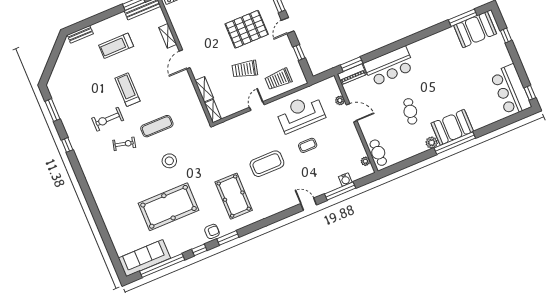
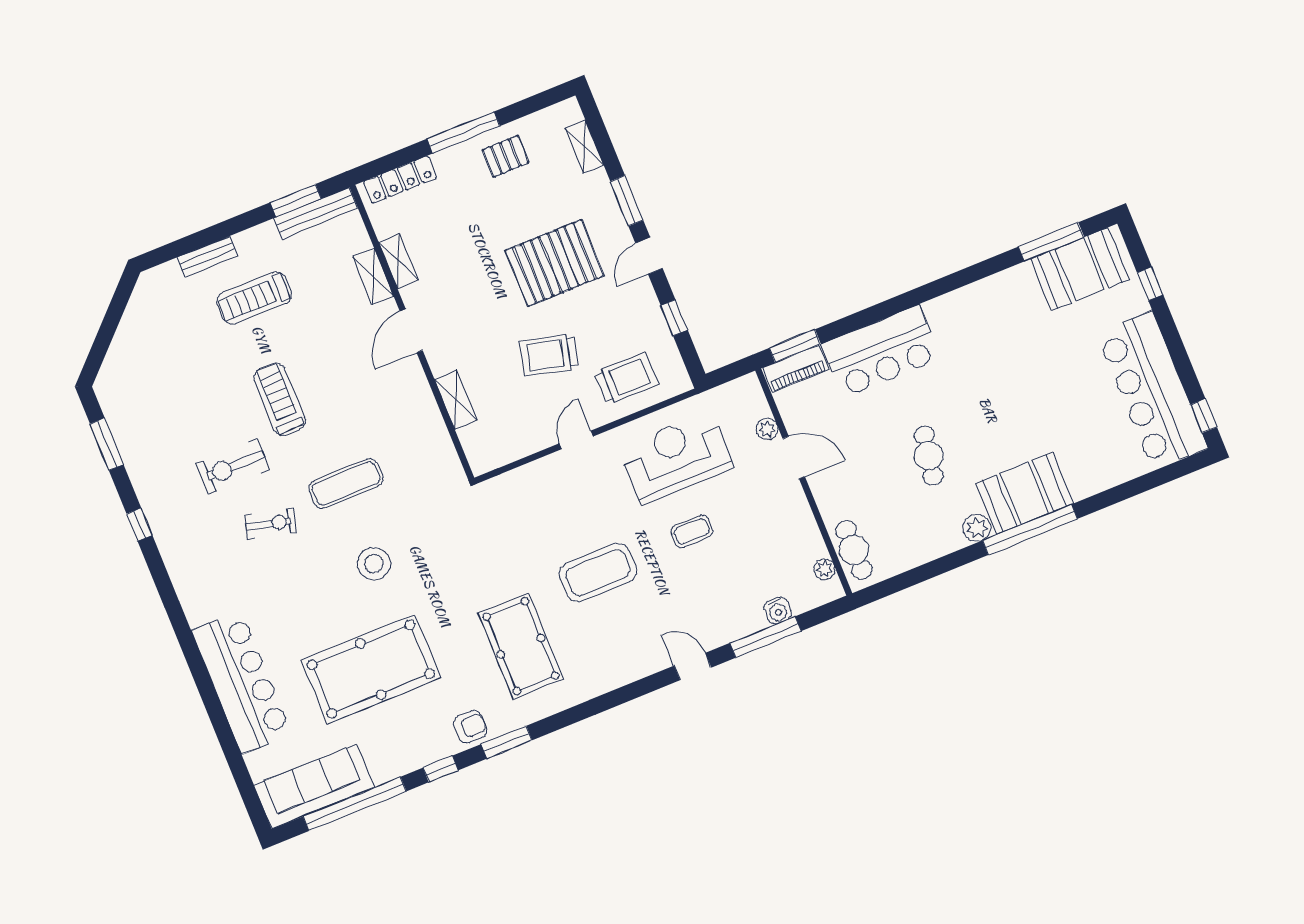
bench: (80, 34) -> (207, 256), moved
trolley: (278, 79) -> (626, 378), turned 180
bar counter: (511, 90) -> (1152, 391), width x1.36
shelving: (213, 111) -> (398, 261), moved
bar counter: (112, 213) -> (242, 682), added

